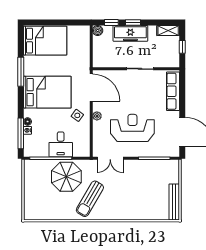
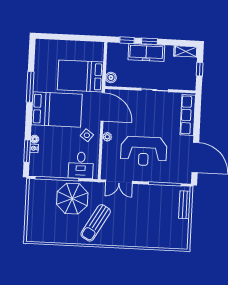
boiler: (98, 31) -> (111, 77), moved
bed: (45, 41) -> (80, 76), moved, turned 180
reception desk: (132, 128) -> (144, 151), turned 180
window: (21, 133) -> (27, 151), width x0.69
desk: (61, 144) -> (81, 165), moved
bench: (174, 202) -> (185, 205), moved, width x0.73

